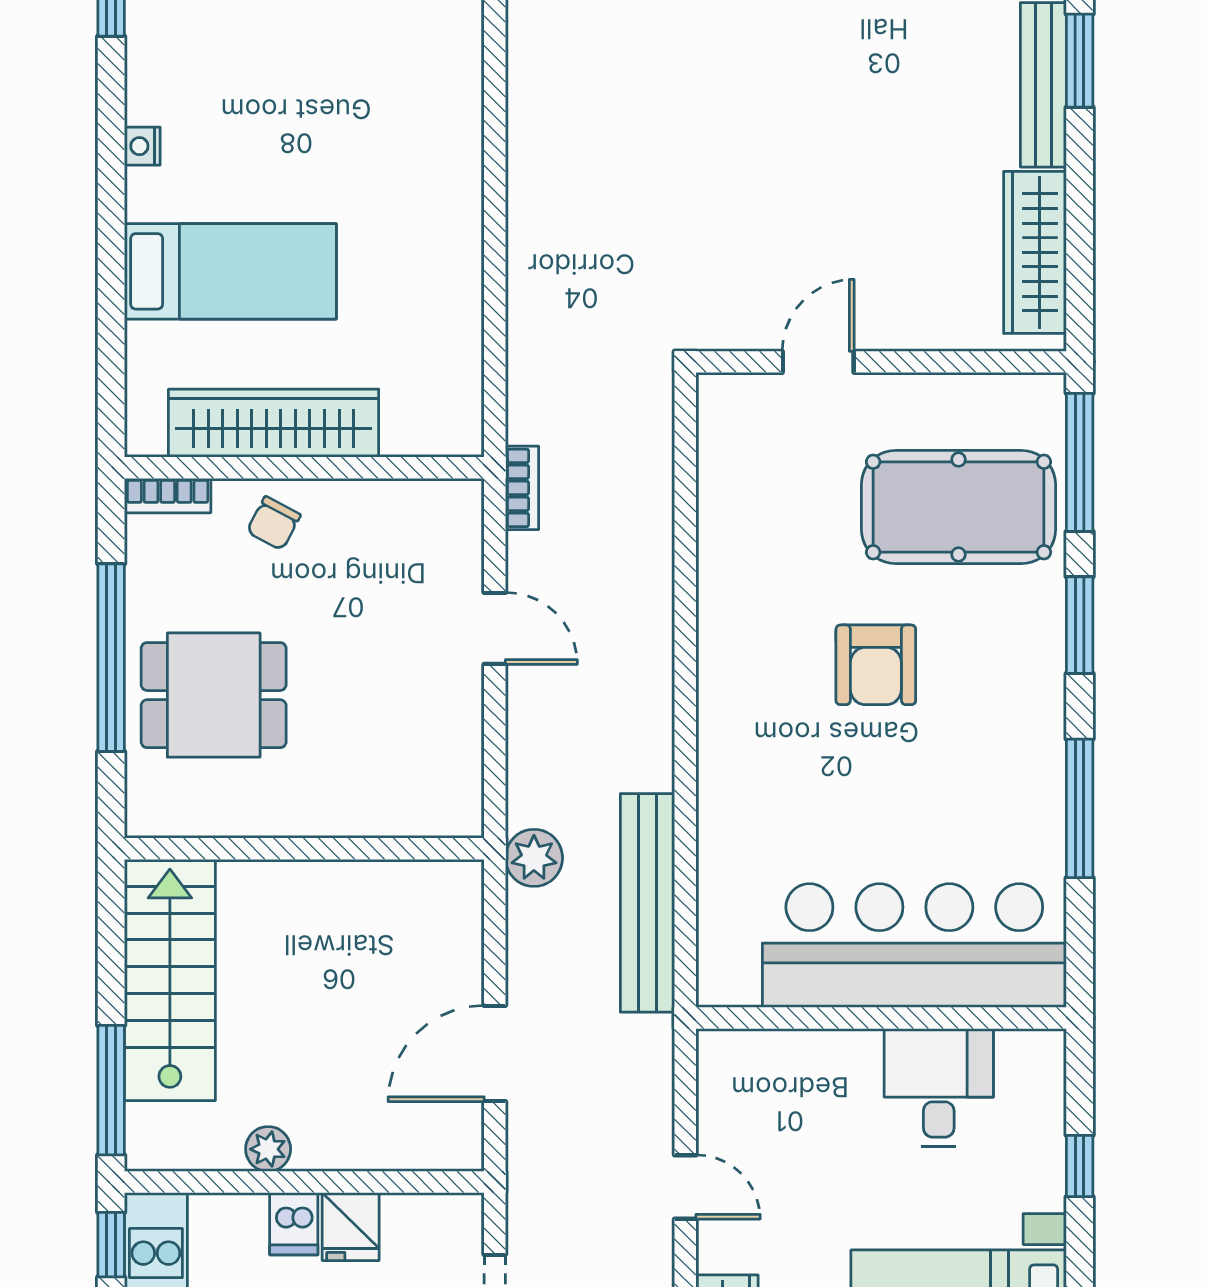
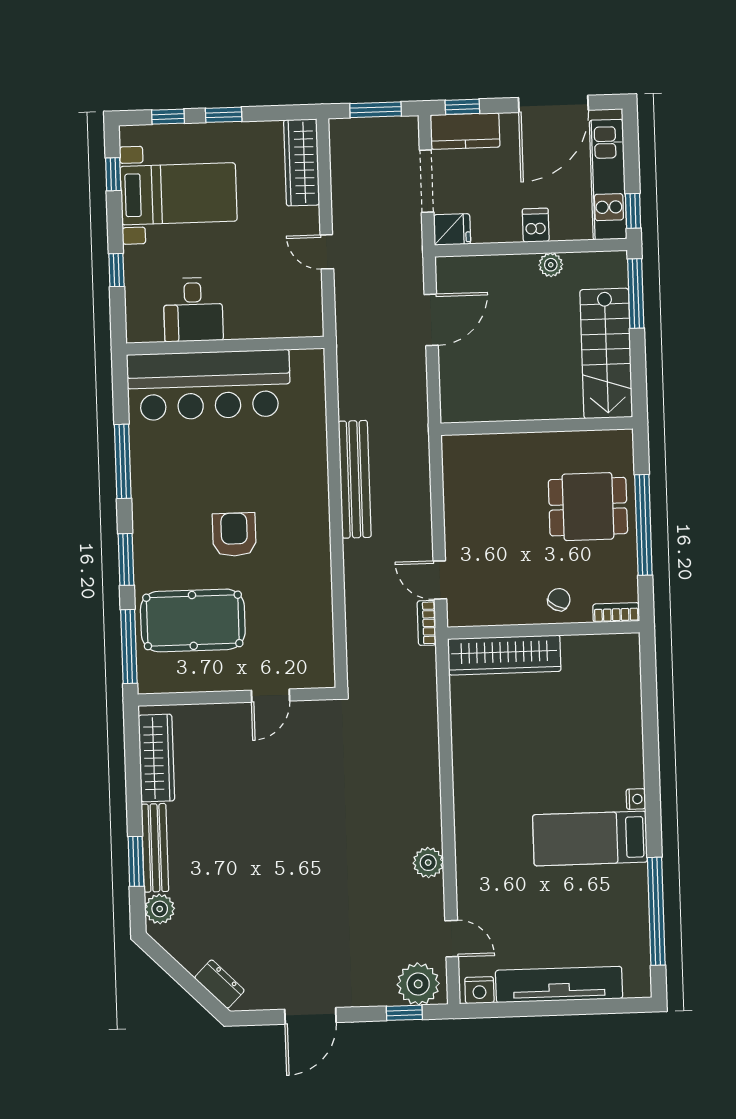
bed: (230, 271) -> (590, 838), moved
wardrobe: (274, 423) -> (504, 655), moved
door: (495, 628) -> (440, 580), moved
plant: (534, 858) -> (428, 863), moved
bench: (648, 903) -> (355, 479), moved
fridge: (351, 1227) -> (452, 229), moved, turned 90

